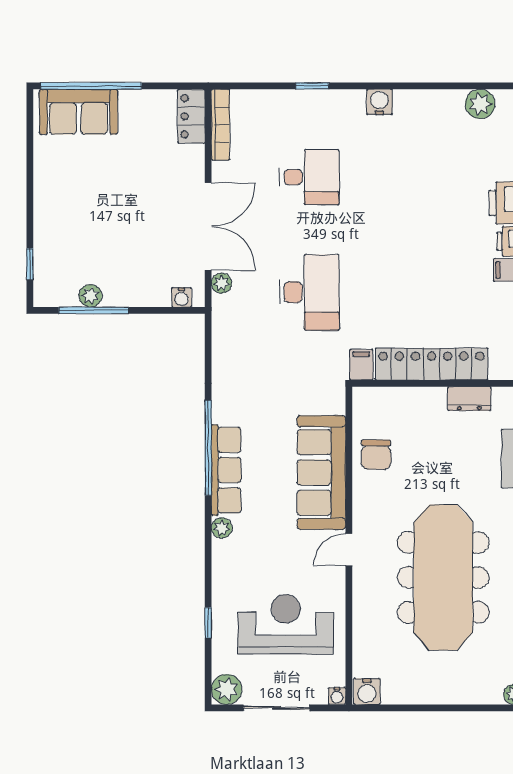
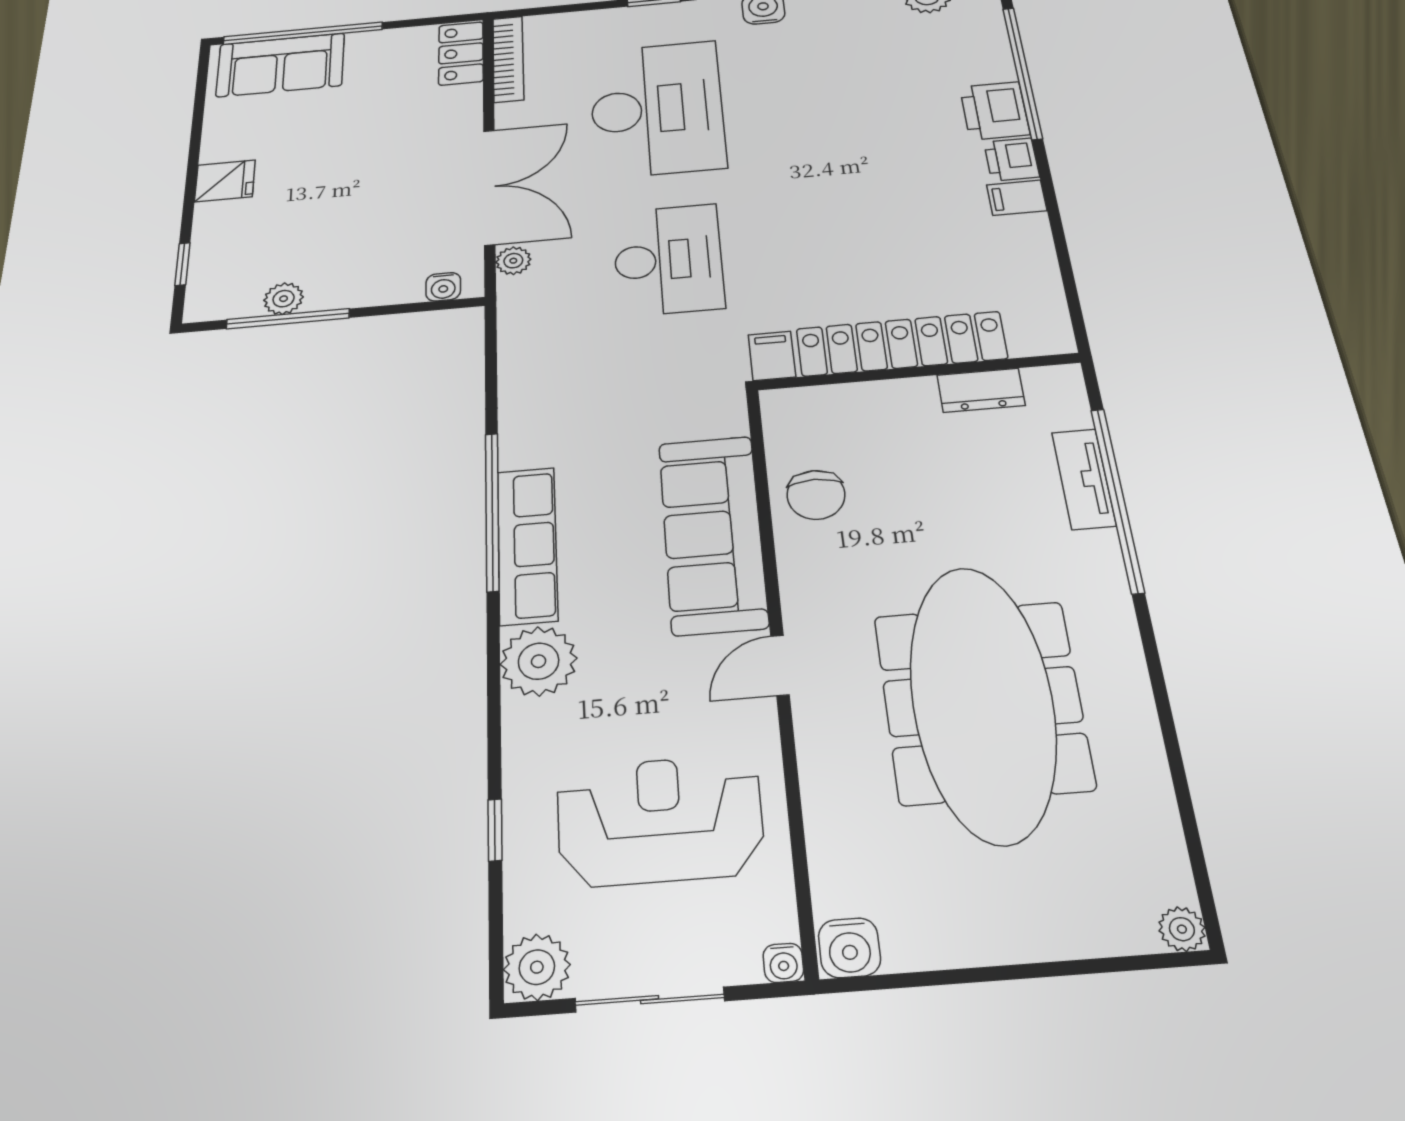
desk: (309, 177) -> (657, 109), width x1.87, depth x1.30
fridge: (50, 203) -> (225, 181), added
plant: (222, 528) -> (539, 661), width x1.88, depth x1.88

